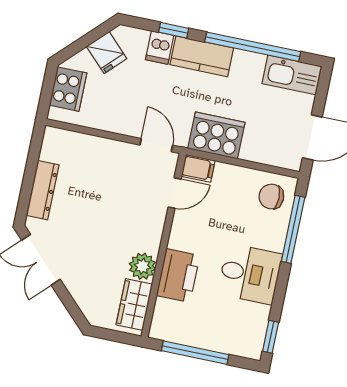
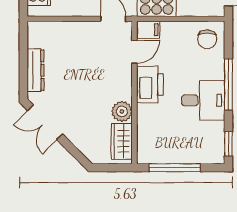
chair: (271, 196) -> (207, 39), turned -90
window: (293, 229) -> (228, 85), moved
printer: (178, 276) -> (150, 85), moved

